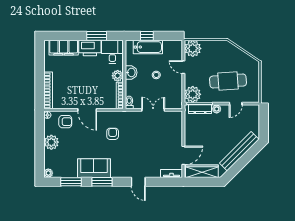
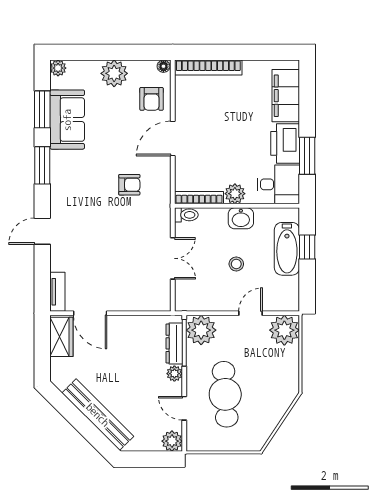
plant: (254, 110) -> (172, 441), added
sofa: (94, 168) -> (67, 120), moved
wardrobe: (202, 171) -> (61, 337), width x0.67

